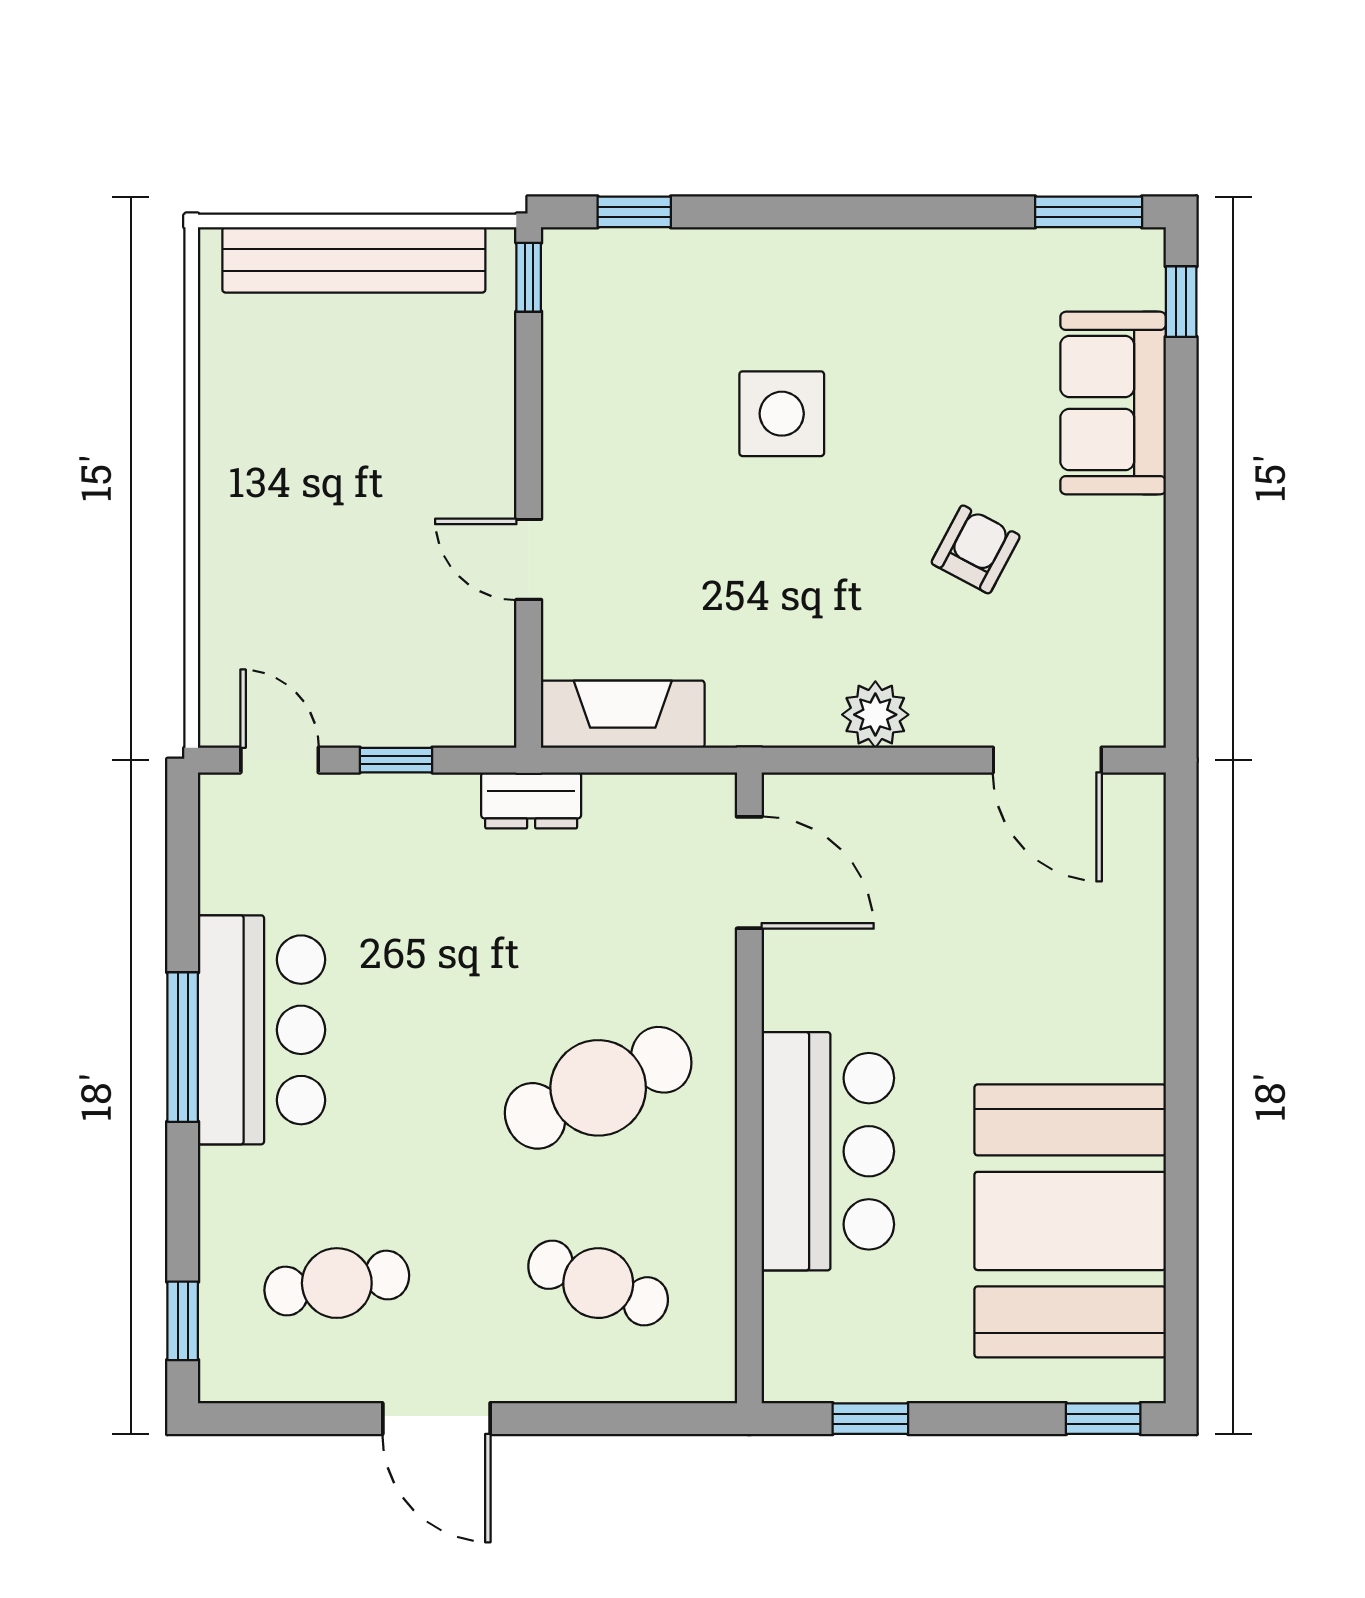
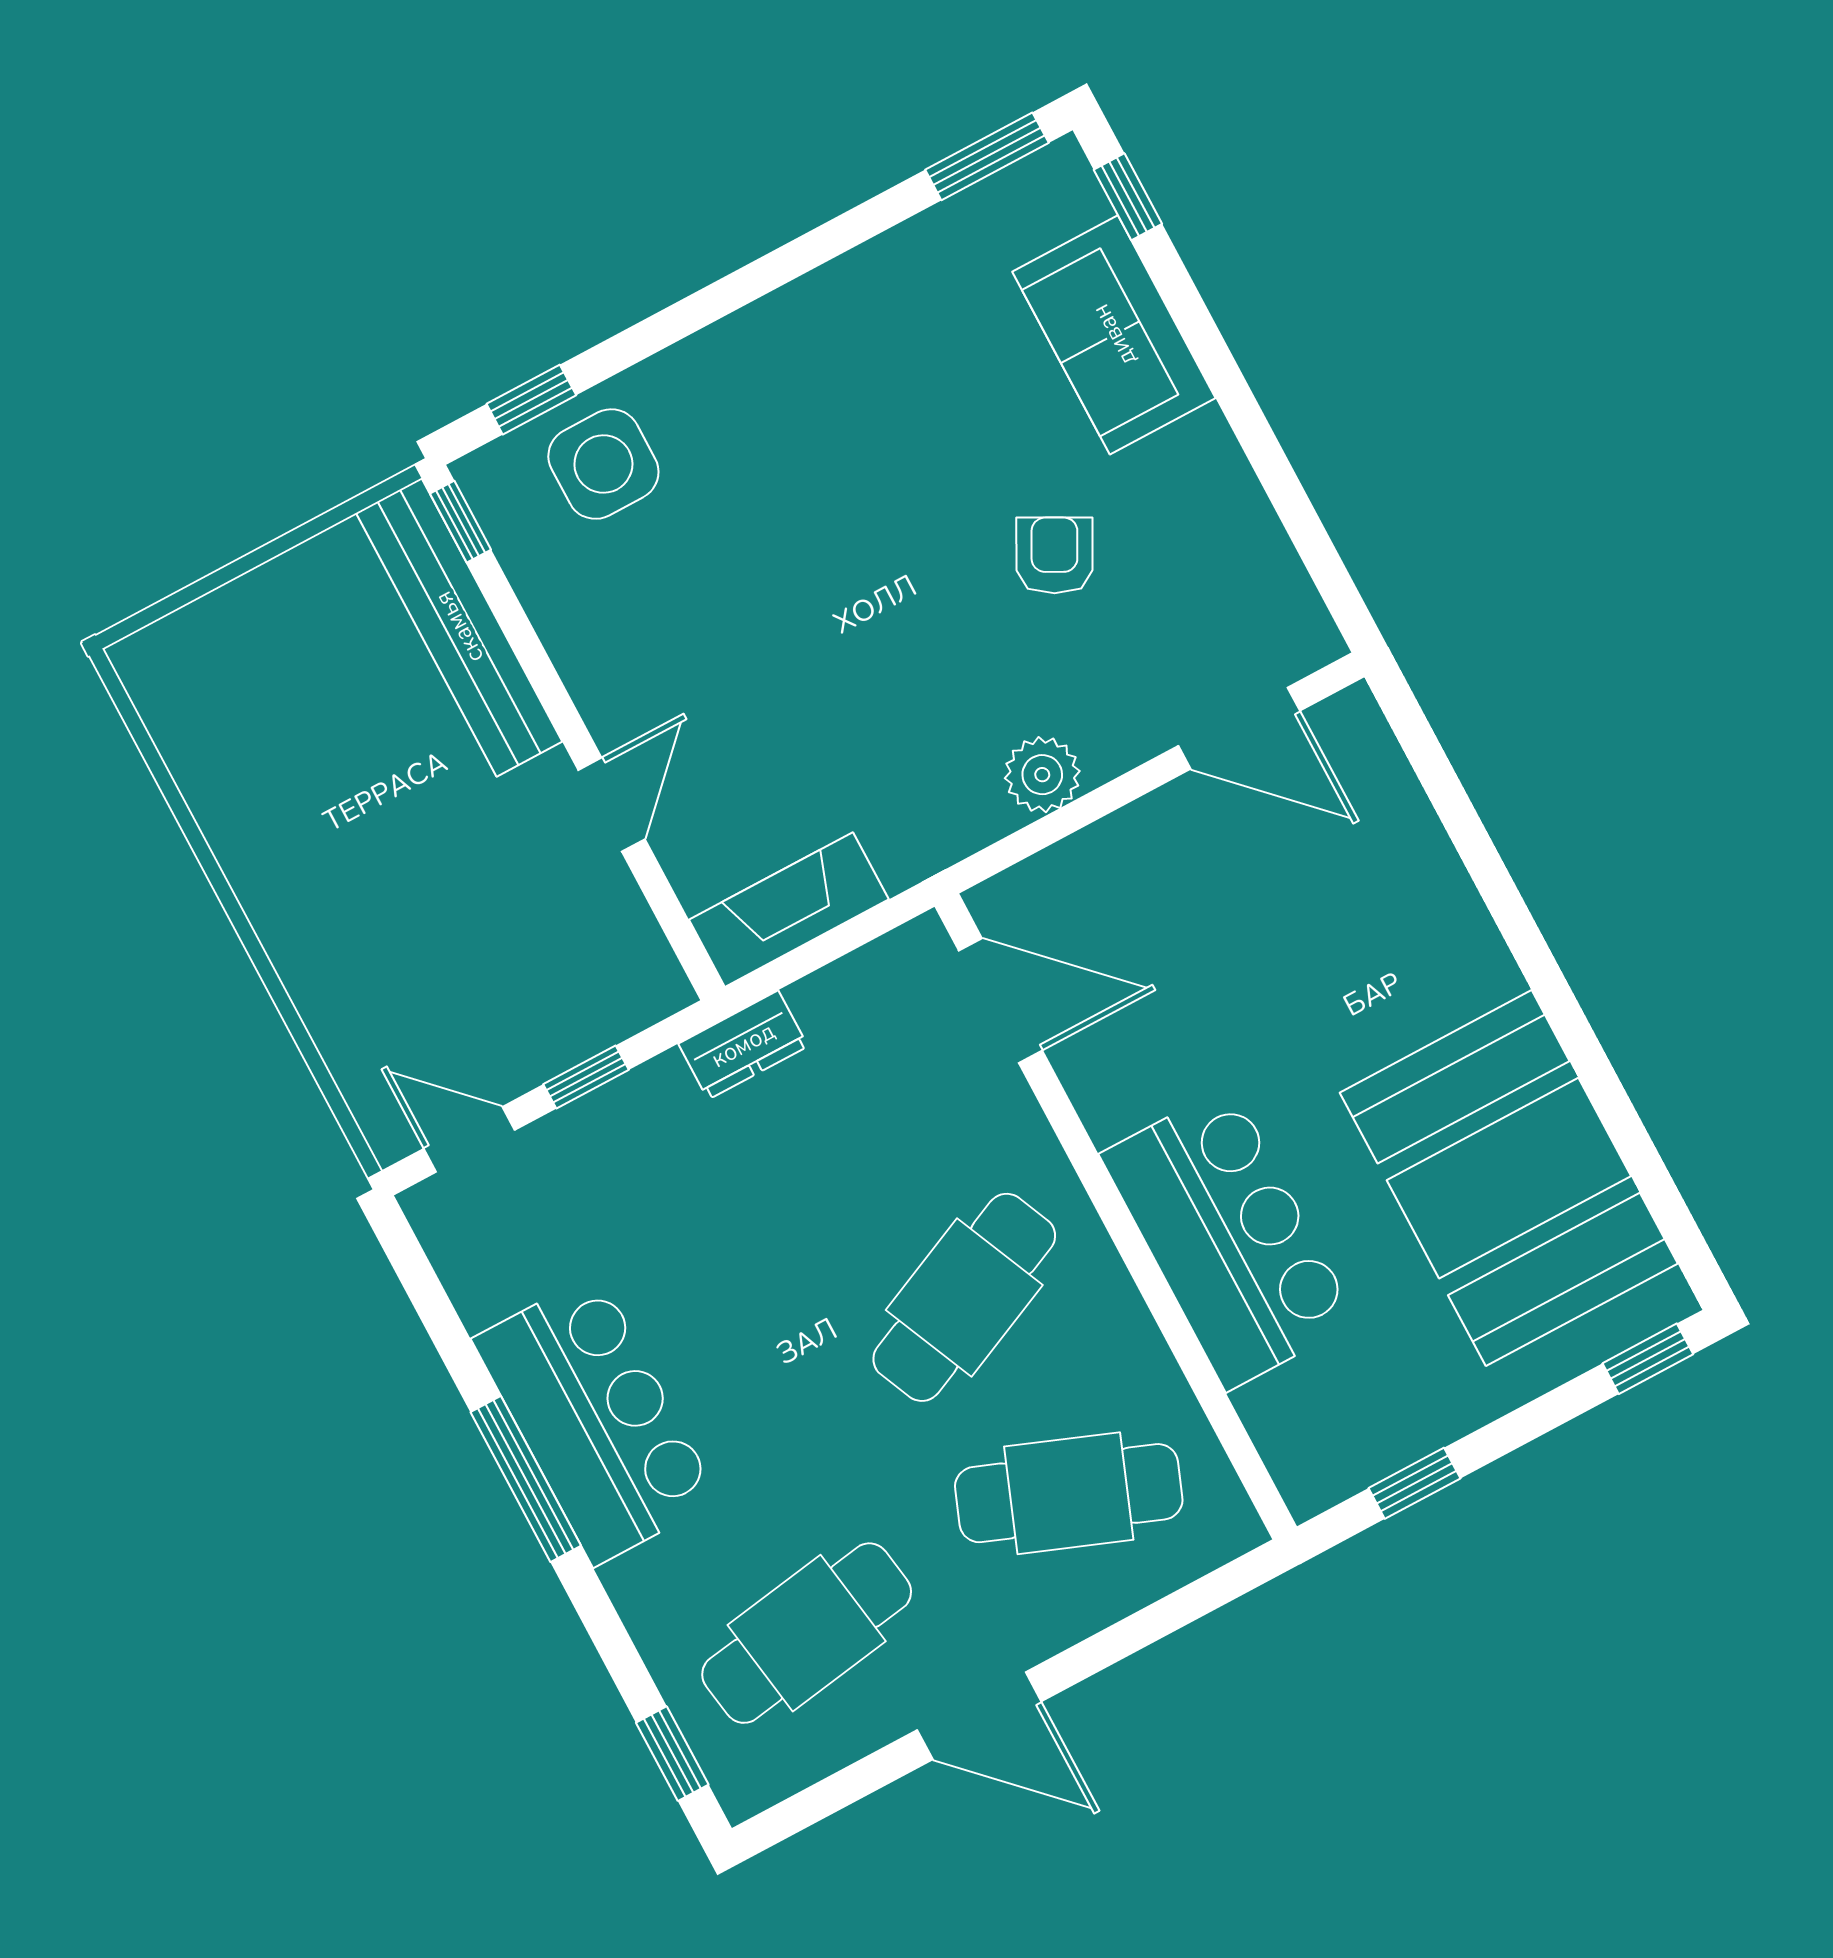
bench: (354, 260) -> (459, 627), moved, turned 90
side table: (782, 414) -> (603, 464), moved
door: (529, 559) -> (612, 805), swing flipped
cafe table: (337, 1283) -> (807, 1633), width x1.37, depth x1.35
cafe table: (598, 1283) -> (1069, 1493), width x1.37, depth x1.35

